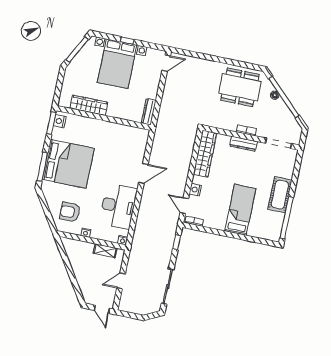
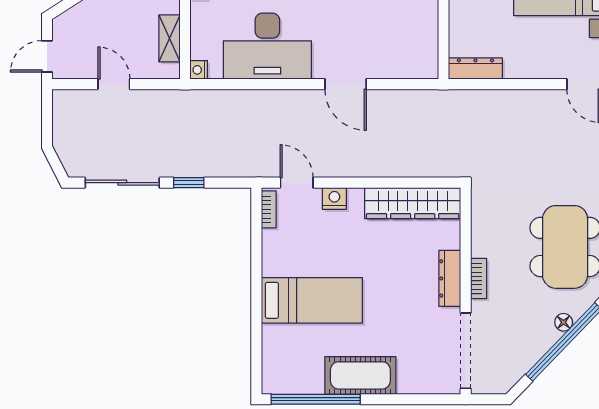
doorway: (279, 143) -> (466, 351), width x1.36
door: (184, 206) -> (297, 183), hinge flipped
window: (177, 242) -> (189, 183), moved

